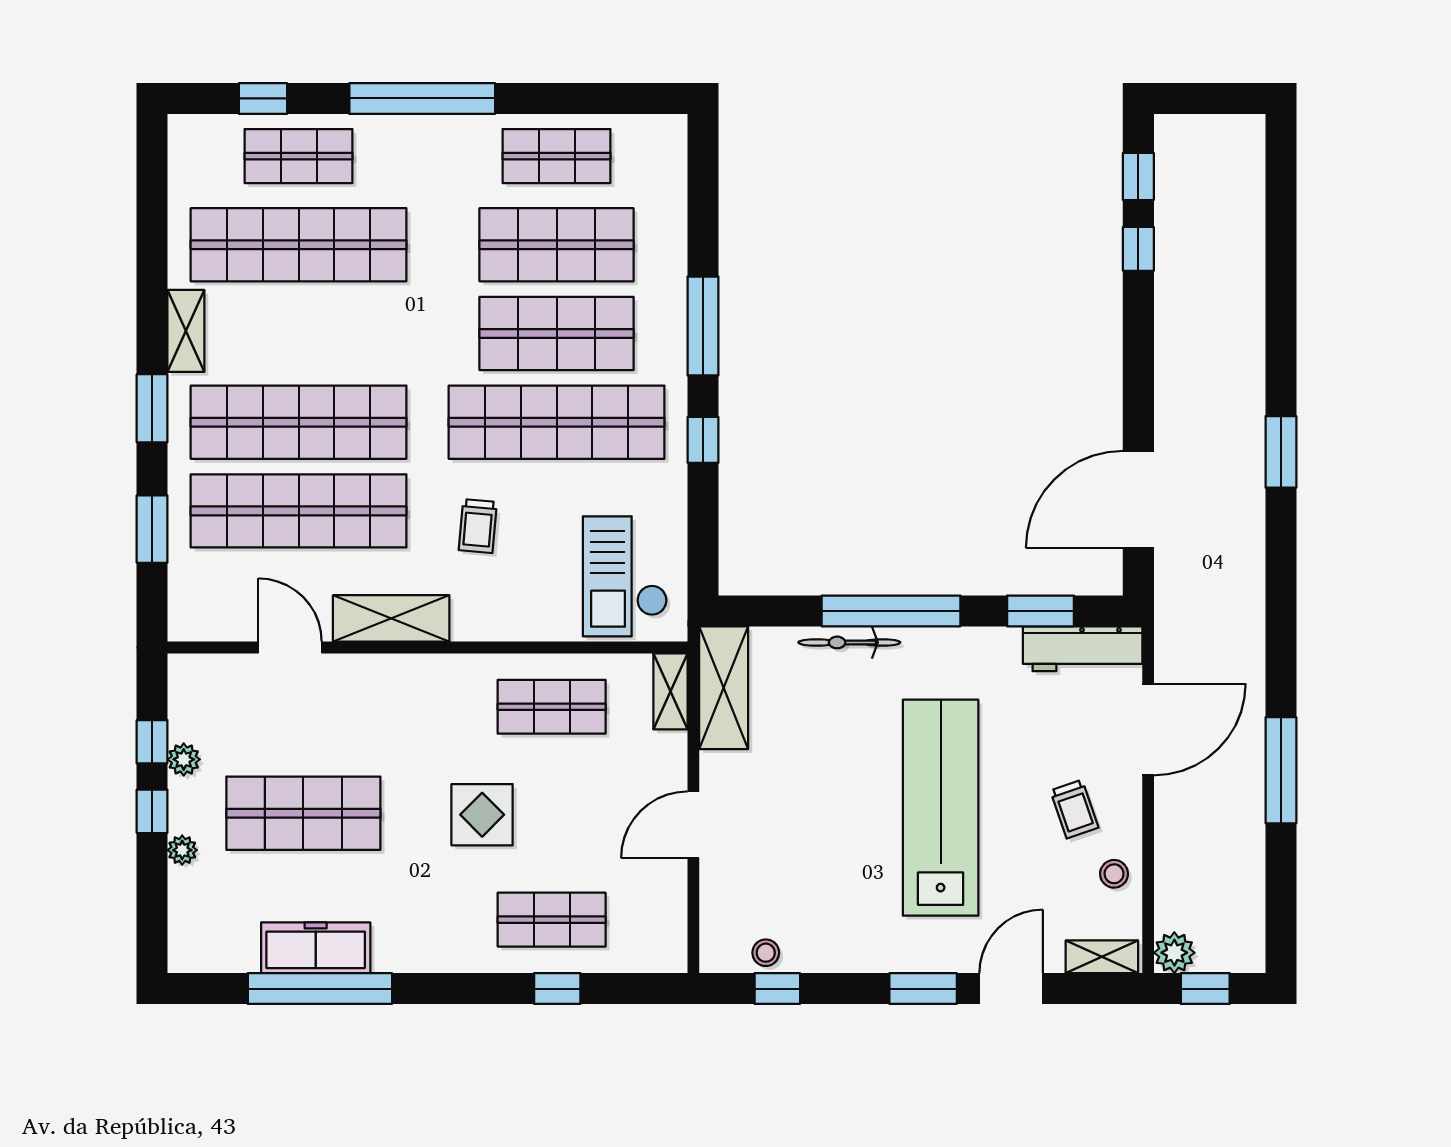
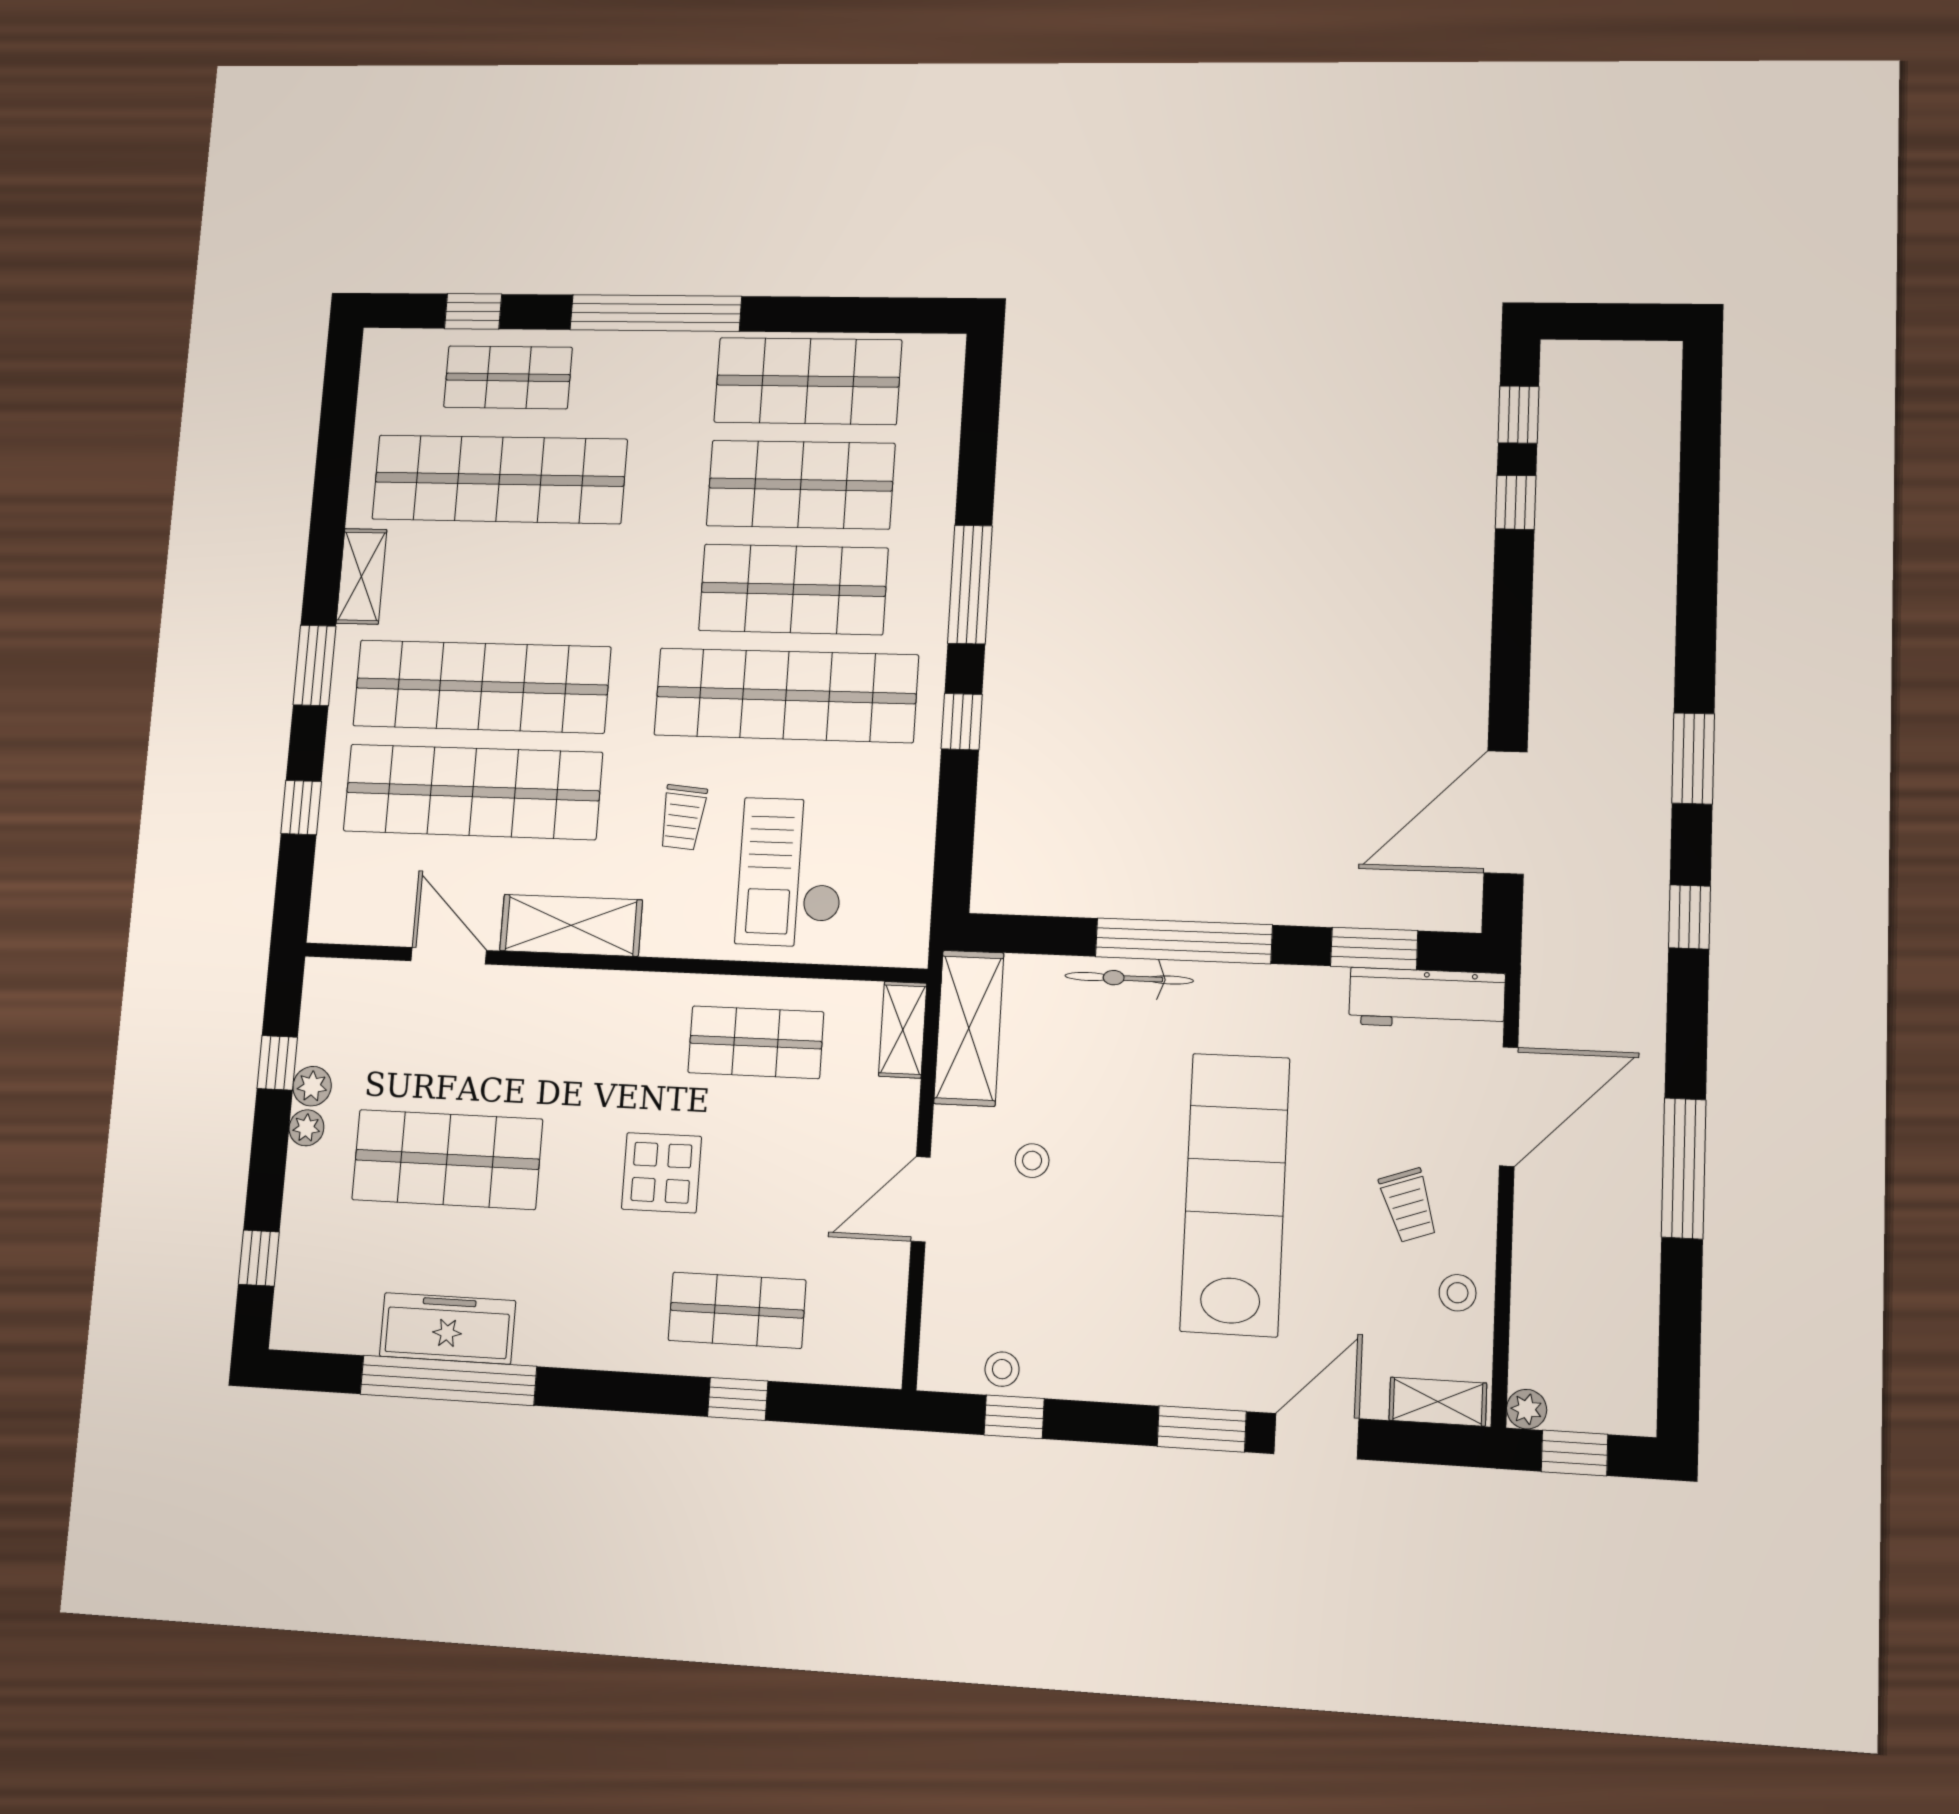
shop shelf: (557, 156) -> (808, 381), width x1.43, depth x1.36
window: (152, 529) -> (301, 808), width x0.67
checkout: (625, 576) -> (791, 872), moved
window: (1281, 577) -> (1689, 917), added
stool: (780, 790) -> (1032, 1161), added
window: (152, 811) -> (259, 1258), moved
plant: (182, 850) -> (306, 1128), moved
plant: (1174, 953) -> (1527, 1409), width x0.73, depth x0.73

